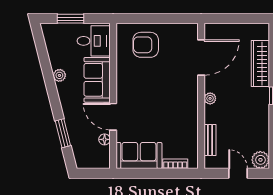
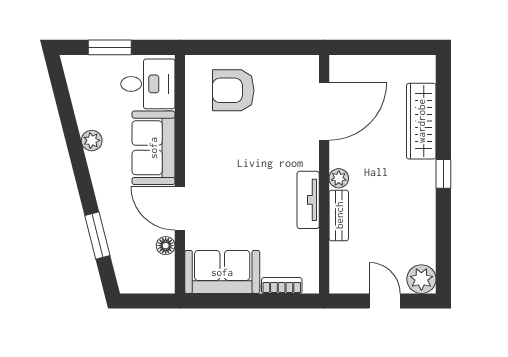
tv unit: (191, 112) -> (308, 200), added
bench: (210, 140) -> (339, 215), moved

